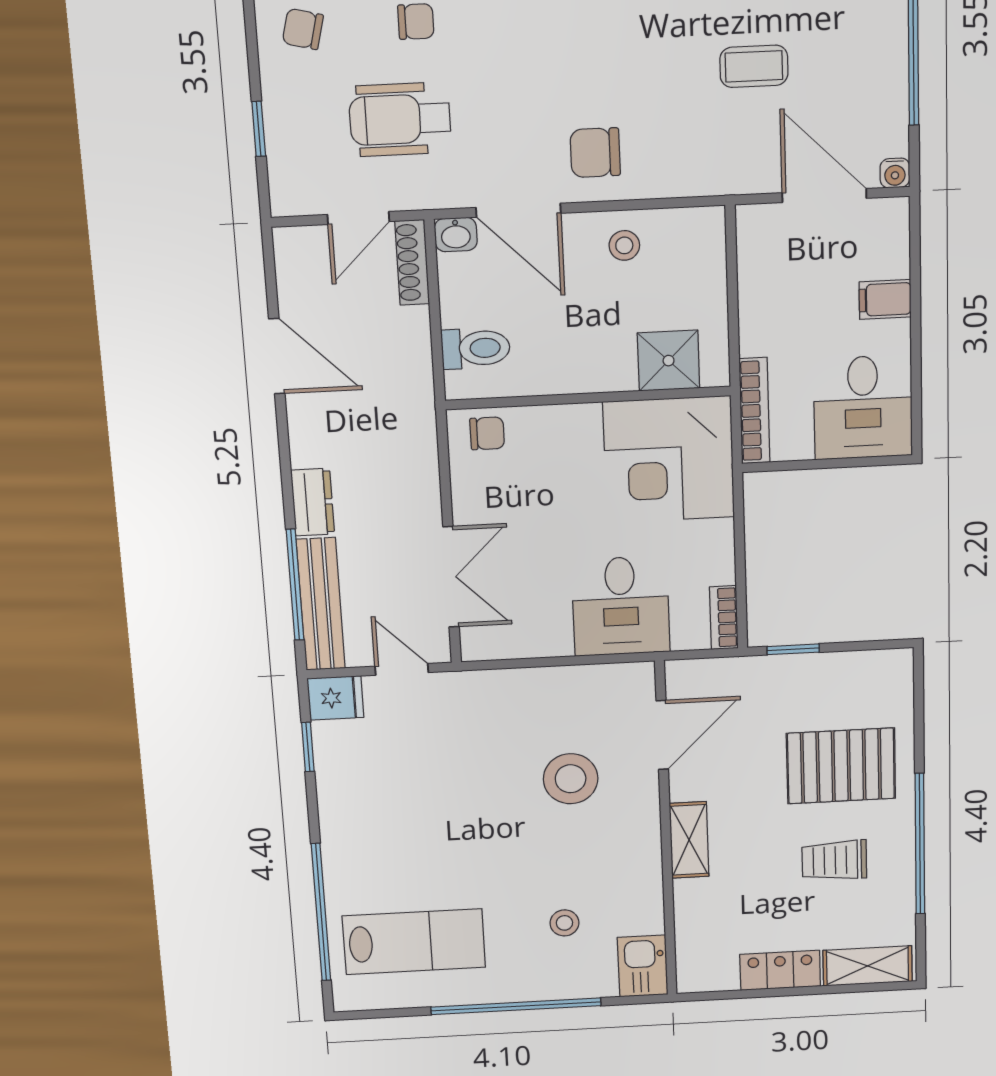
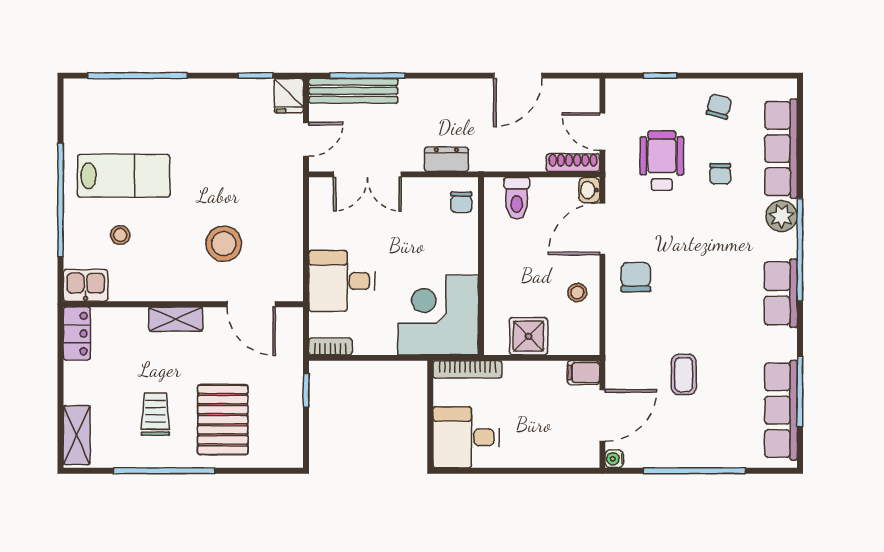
filing cabinet: (885, 299) -> (584, 373), moved, turned -90
shower: (669, 361) -> (529, 336), moved
dresser: (313, 502) -> (446, 159), moved, turned 180
lab bench: (414, 942) -> (124, 176), moved, turned -90
locker: (780, 970) -> (77, 334), moved

